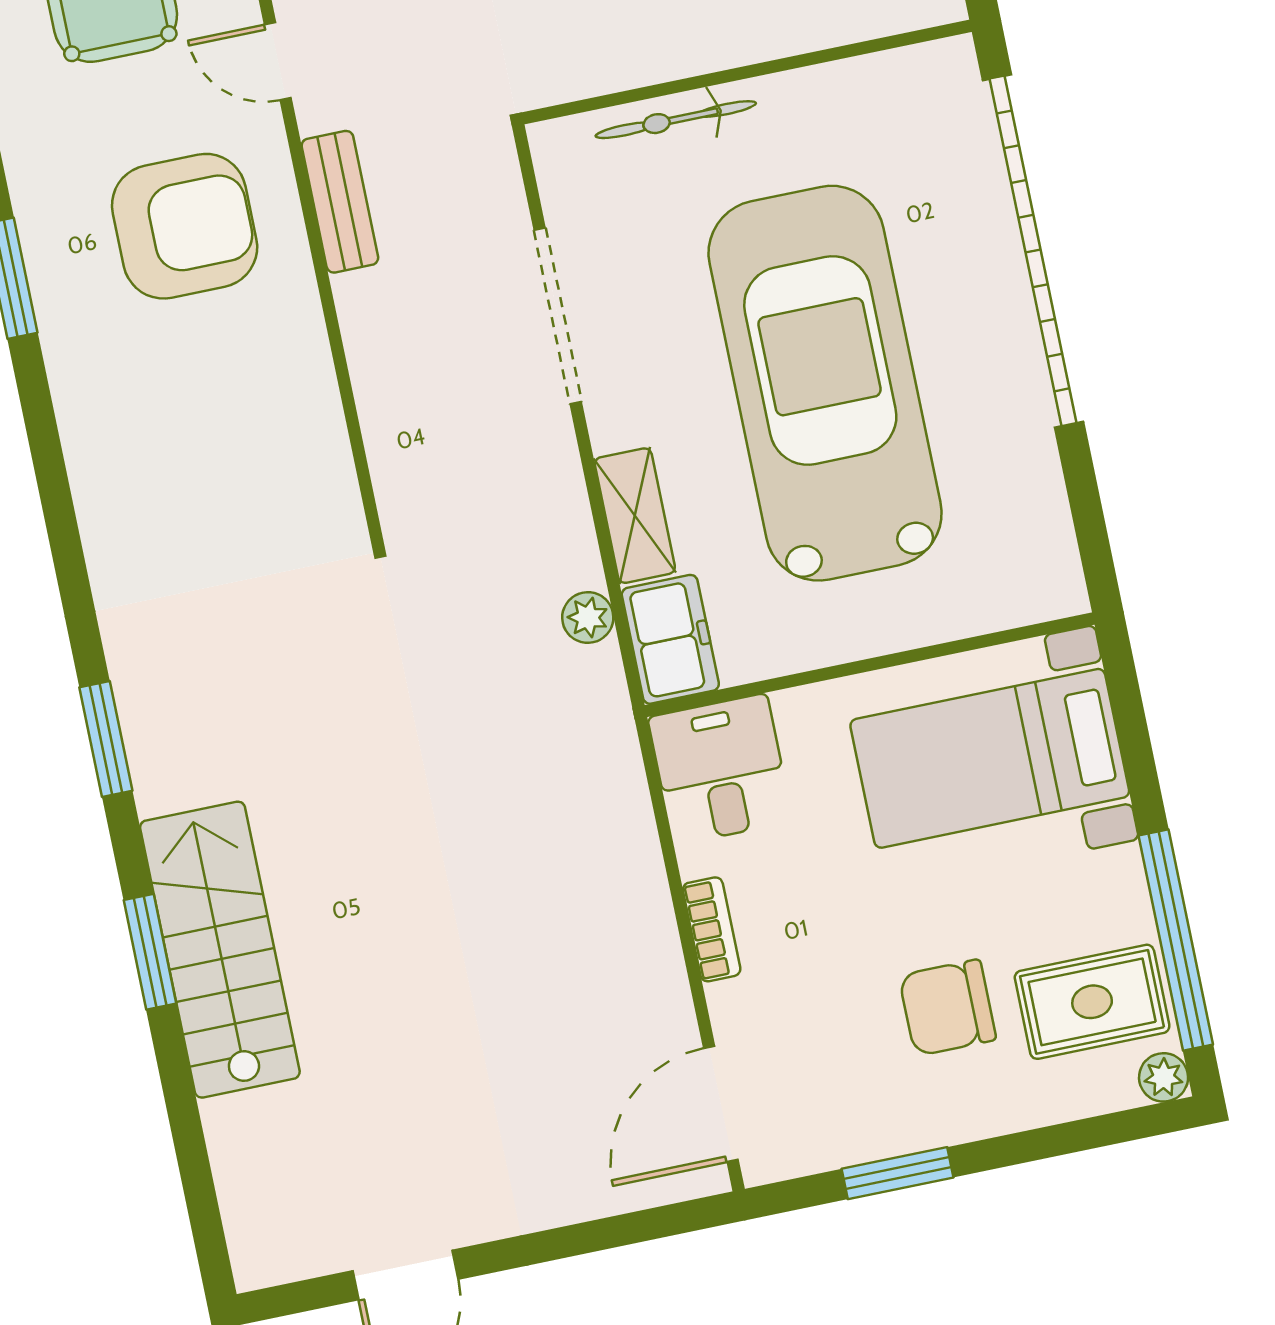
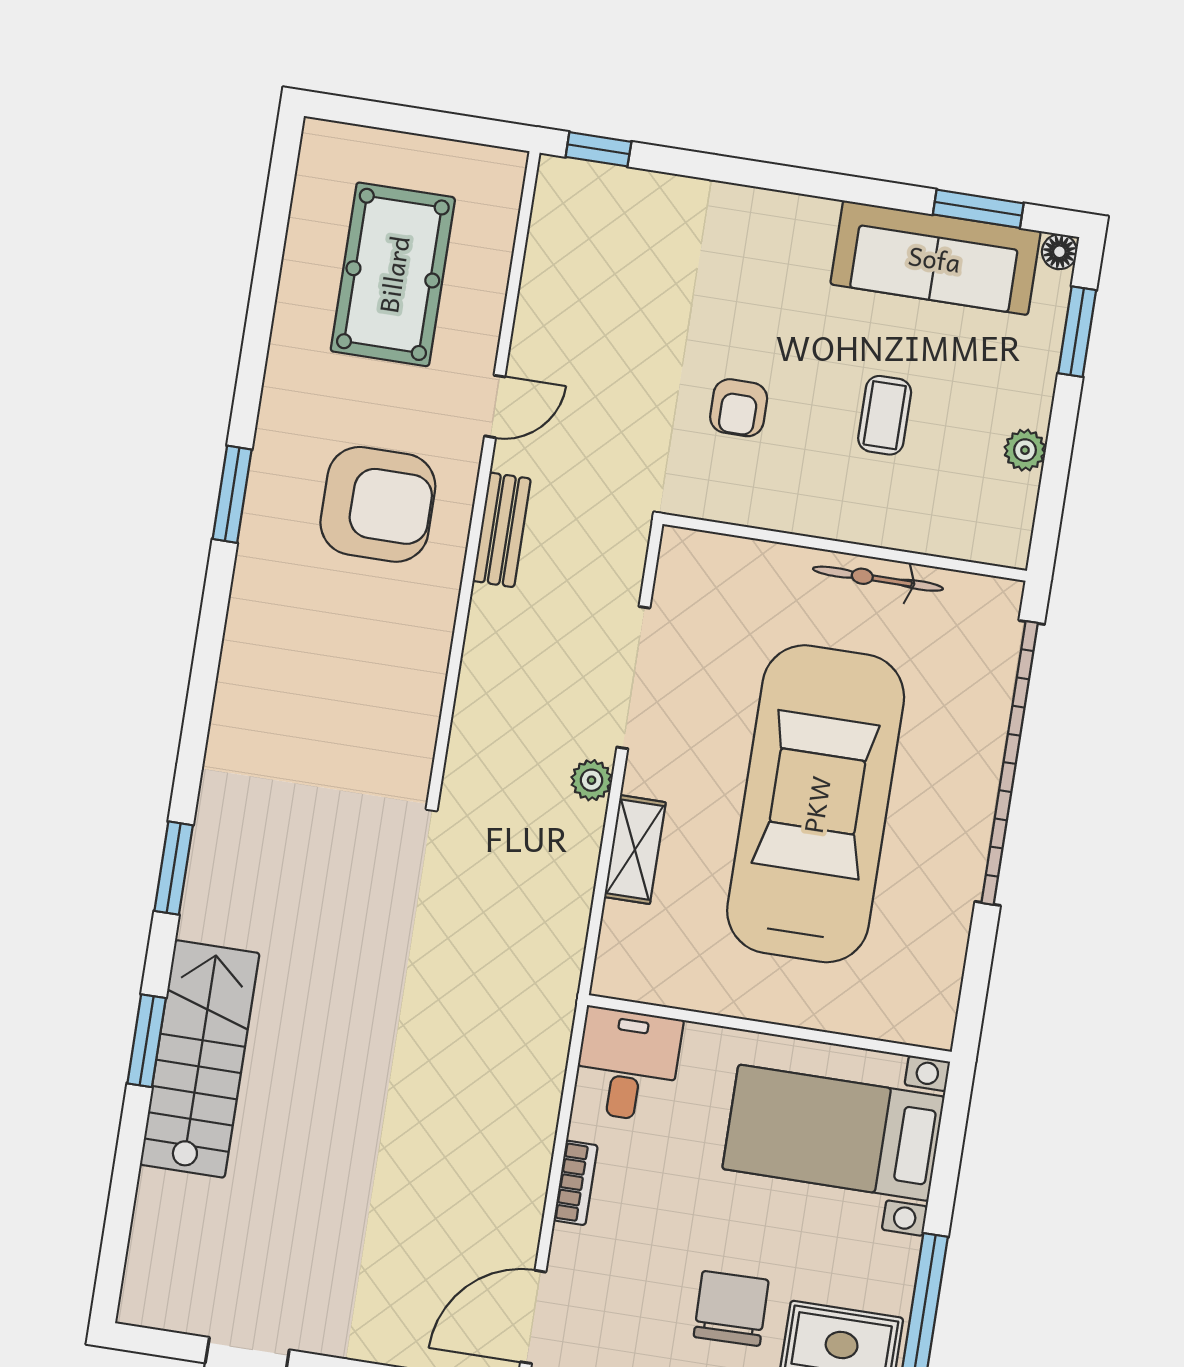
door: (278, 61) -> (495, 406), swing flipped
bicycle: (676, 120) -> (878, 579), moved
plant: (588, 617) -> (592, 780), moved
freezer: (670, 639) -> (627, 953), removed
chair: (947, 1008) -> (731, 1308), turned 89

